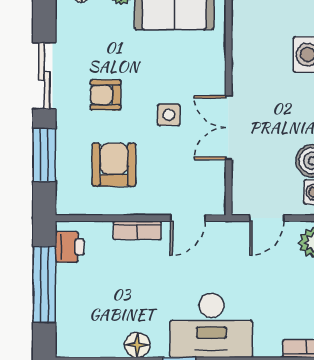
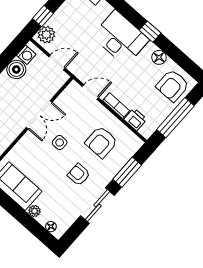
armchair: (106, 95) -> (79, 175), turned 180
printer: (70, 247) -> (135, 119), moved, turned 90
armchair: (86, 324) -> (172, 86), added

